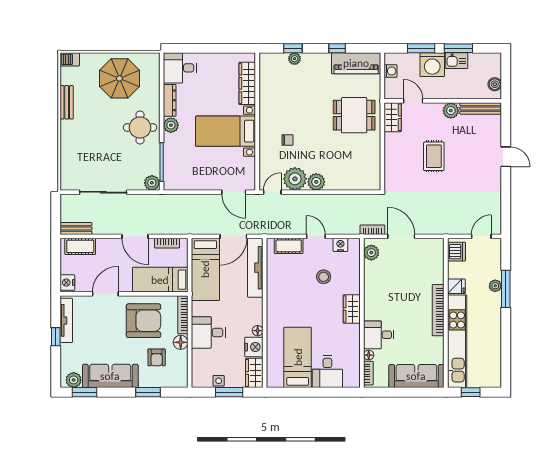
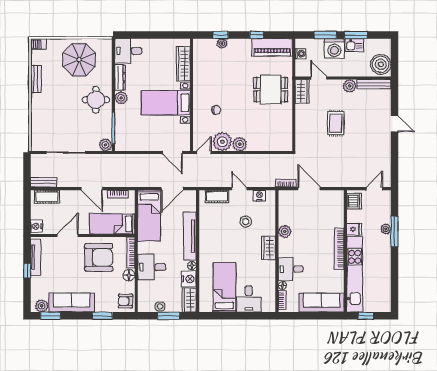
boiler: (495, 84) -> (381, 64), width x1.86, depth x1.86
plant: (371, 253) -> (285, 231), moved
tv unit: (255, 268) -> (190, 236), moved
armchair: (157, 357) -> (126, 301), moved, turned 90

